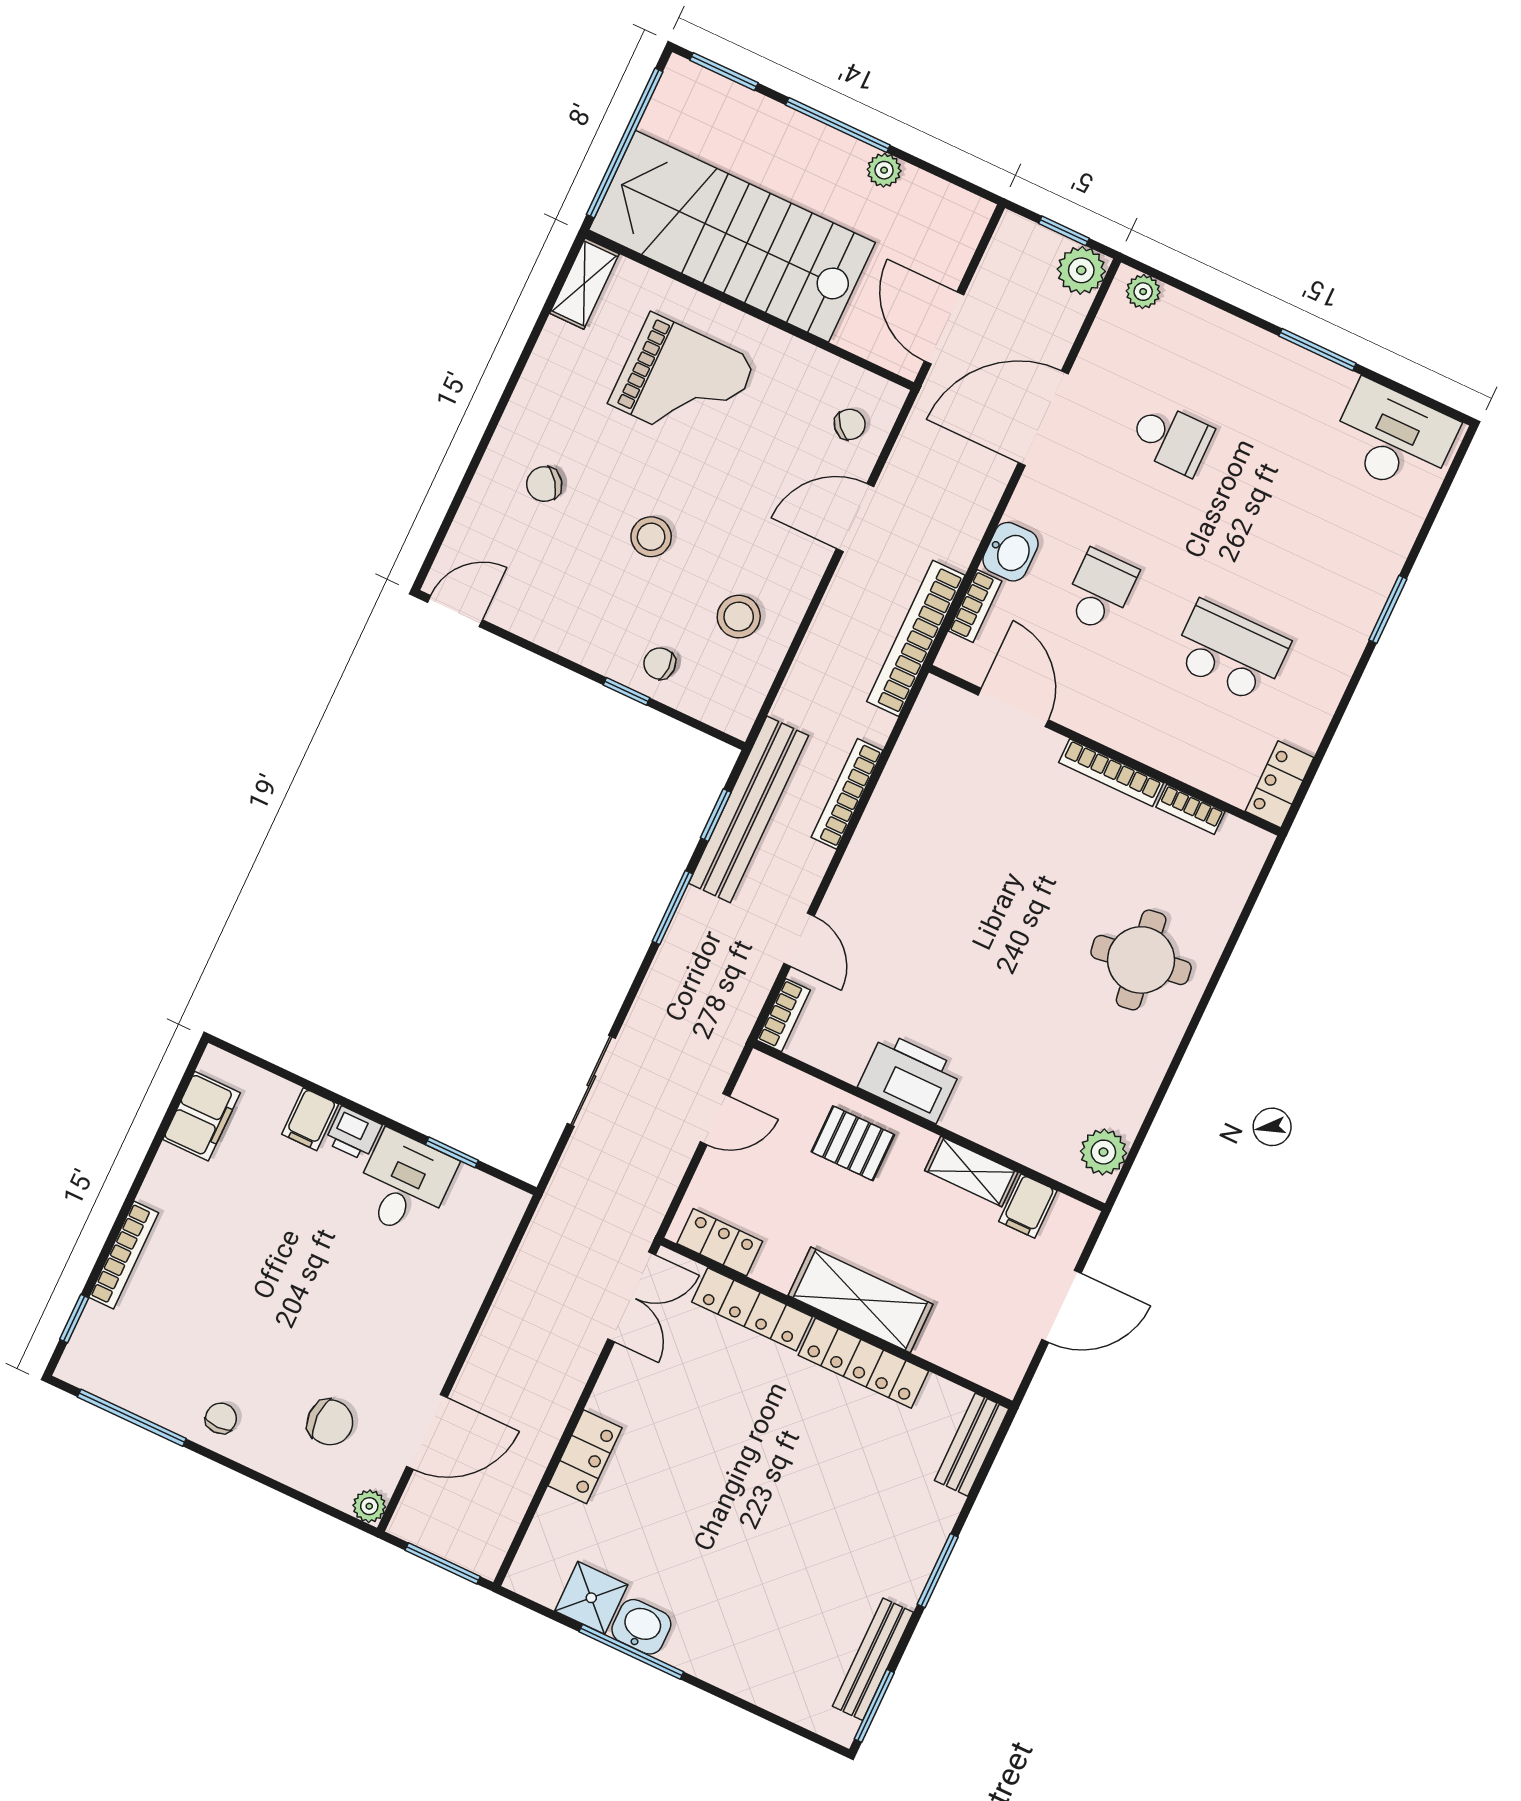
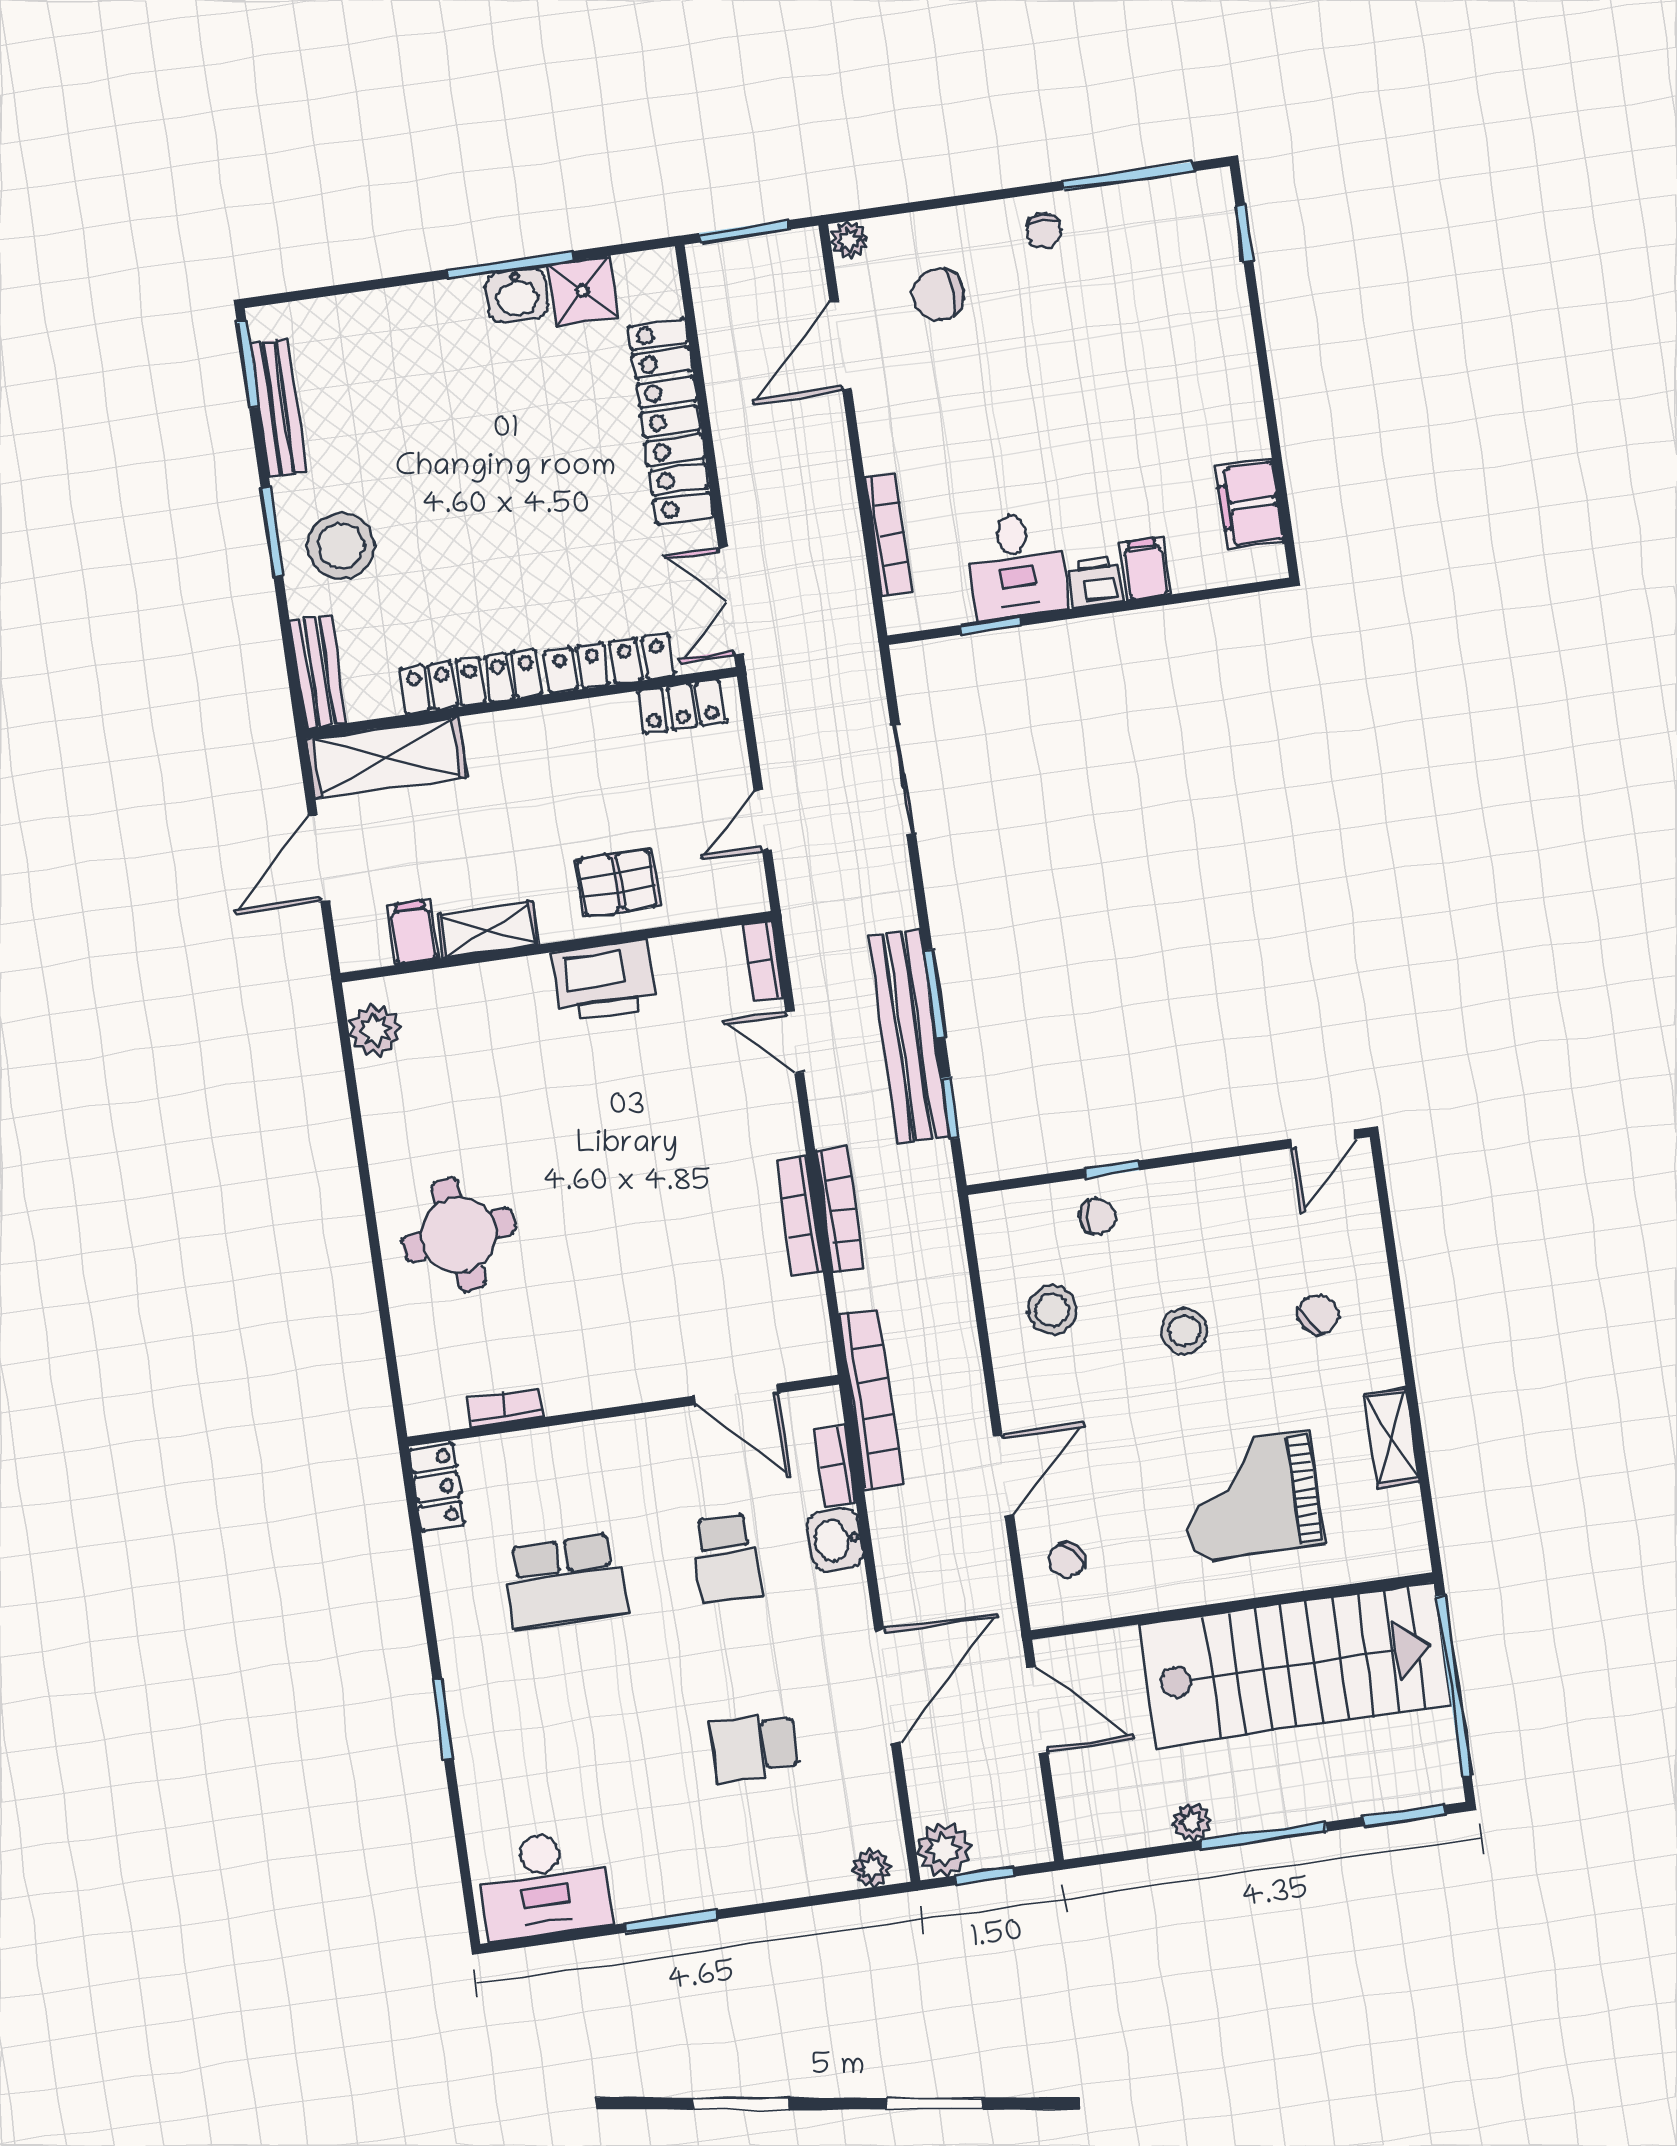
shelving: (584, 284) -> (1392, 1438), moved
bookcase: (1111, 773) -> (800, 1216), moved, turned -90
bench: (749, 809) -> (909, 1036), moved
bookcase: (124, 1255) -> (888, 534), moved, turned 180
shelving: (860, 1300) -> (386, 758), moved
locker: (585, 1457) -> (671, 421), width x2.16, depth x1.21
stool: (893, 1527) -> (341, 546), added

